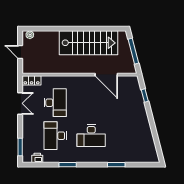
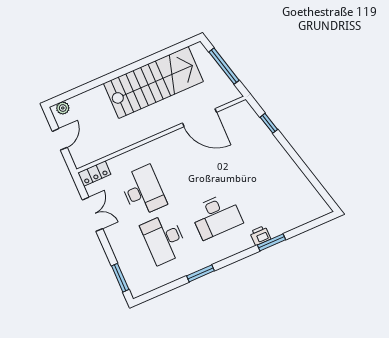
door: (20, 52) -> (60, 139), swing flipped
printer: (37, 158) -> (260, 235), moved

